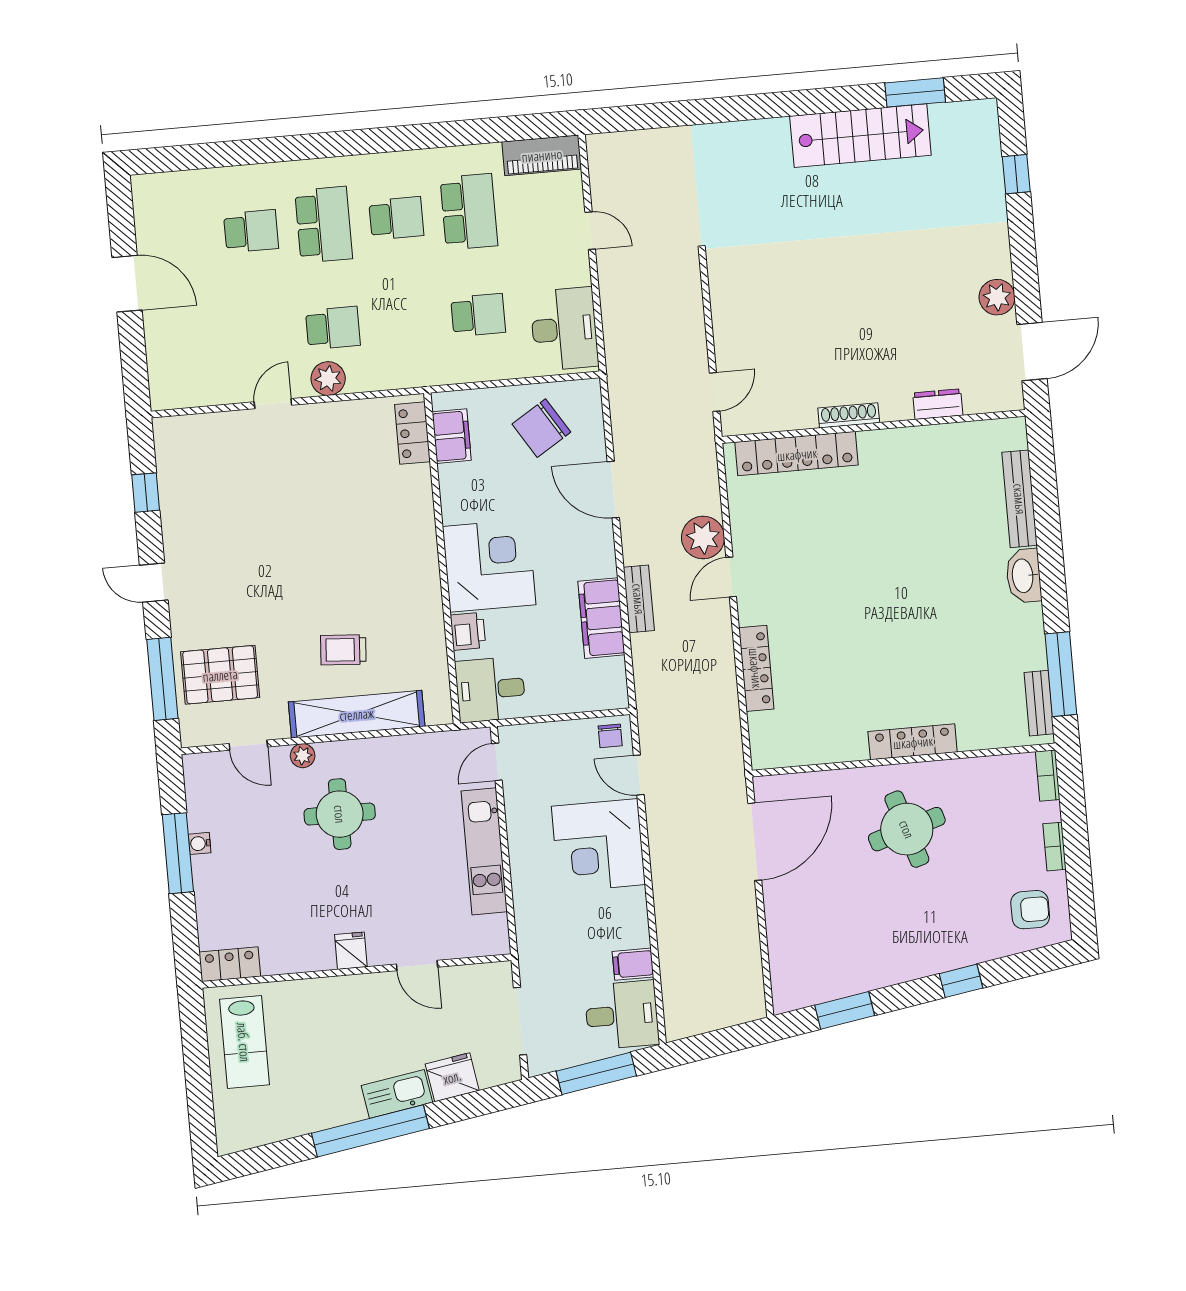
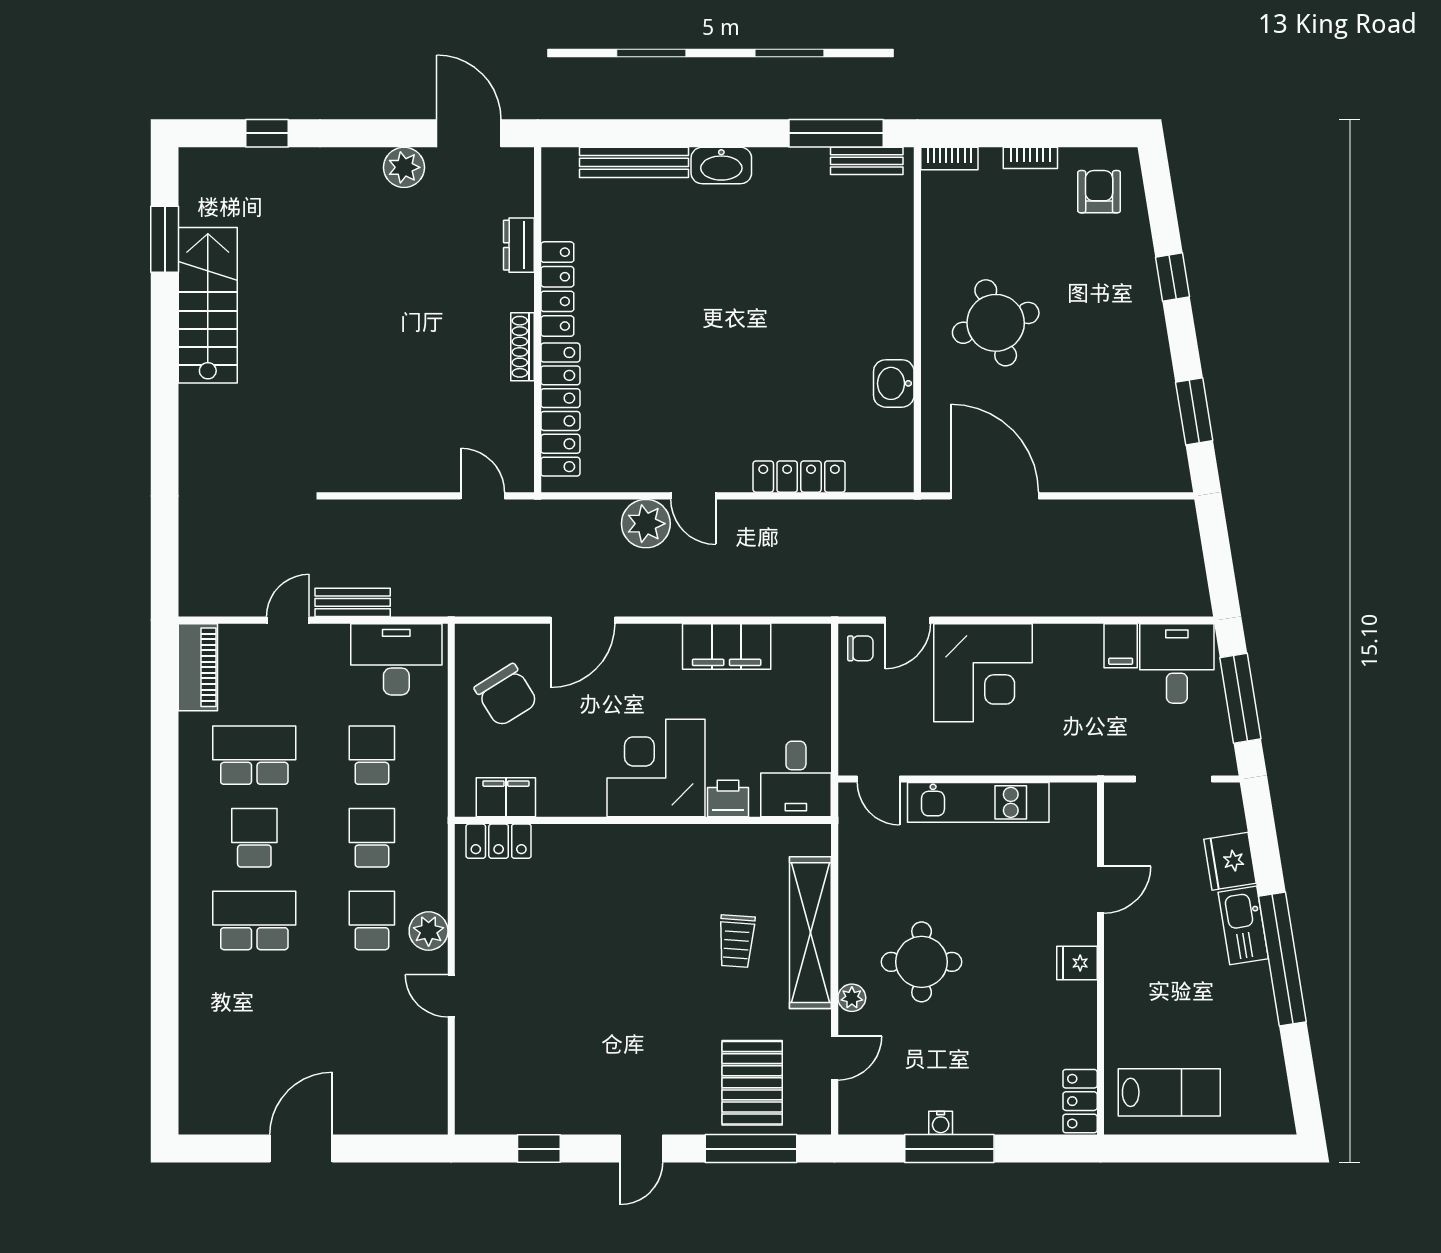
school desk: (251, 231) -> (372, 838), moved
bench: (639, 599) -> (353, 602), moved
locker: (913, 742) -> (557, 289), moved, turned 180
washbasin: (846, 744) -> (894, 383), added

